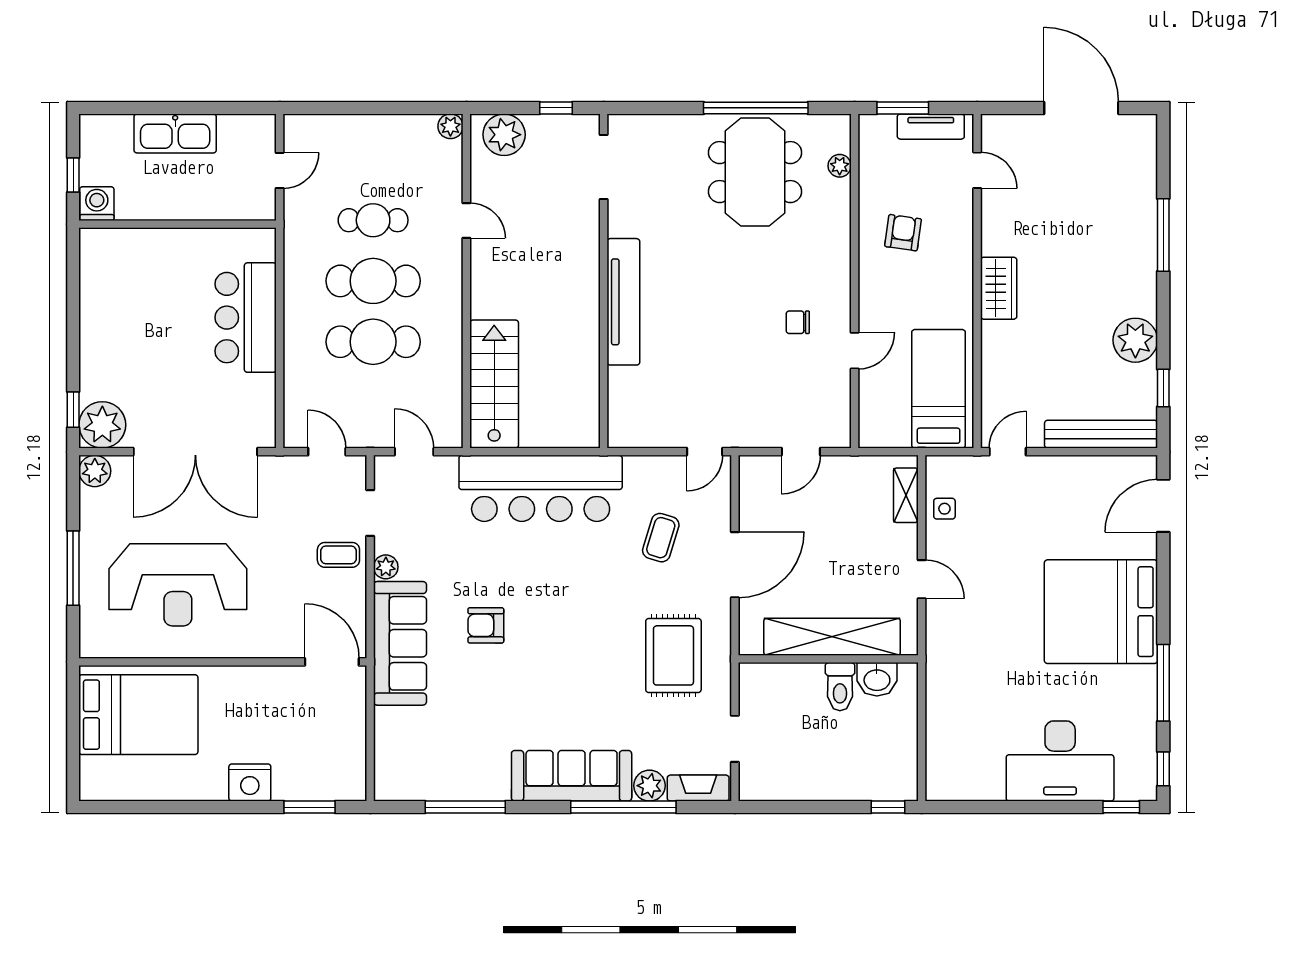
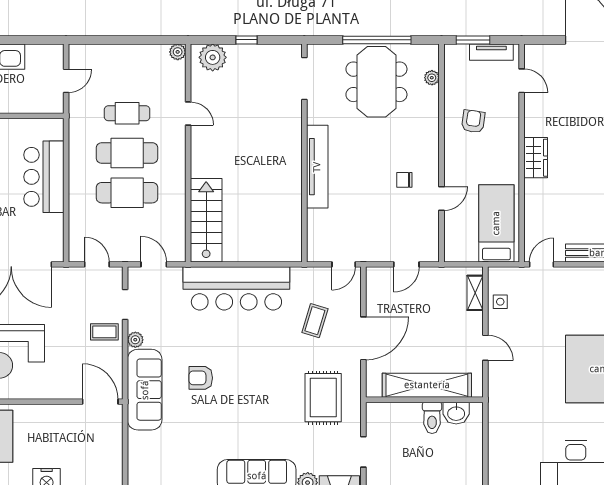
doorway: (604, 167) -> (304, 79), moved
wall: (604, 281) -> (304, 153), moved
tv unit: (623, 302) -> (317, 167), moved

